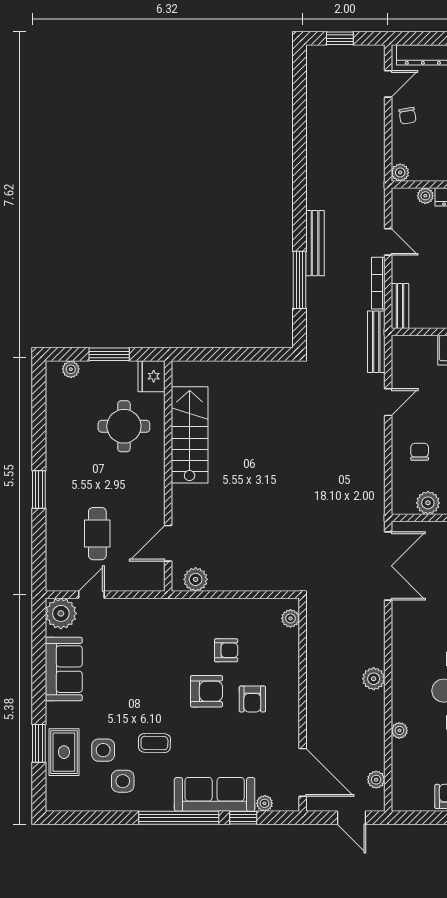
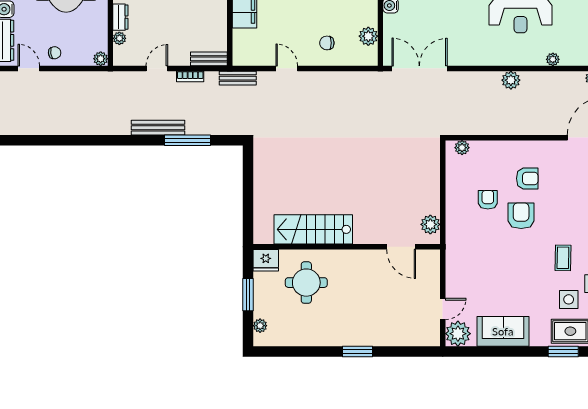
bookcase: (378, 283) -> (190, 76), width x0.64
bench: (376, 342) -> (238, 78), width x0.73
cafe table: (97, 534) -> (393, 304), removed
door: (91, 595) -> (443, 309), swing flipped

